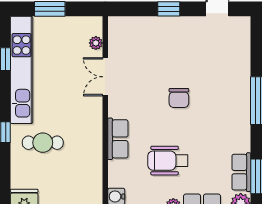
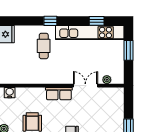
row of seats: (118, 139) -> (59, 94), moved

